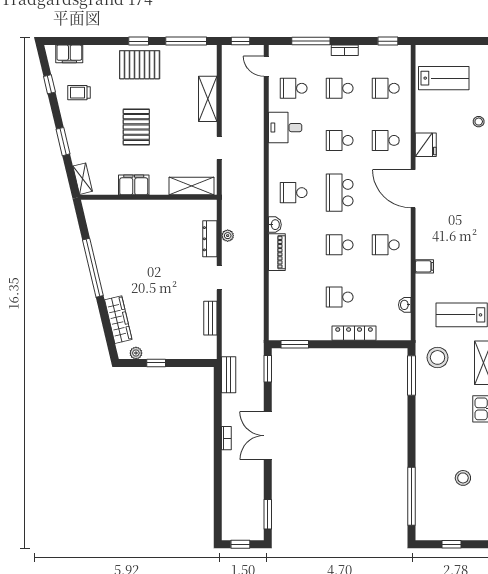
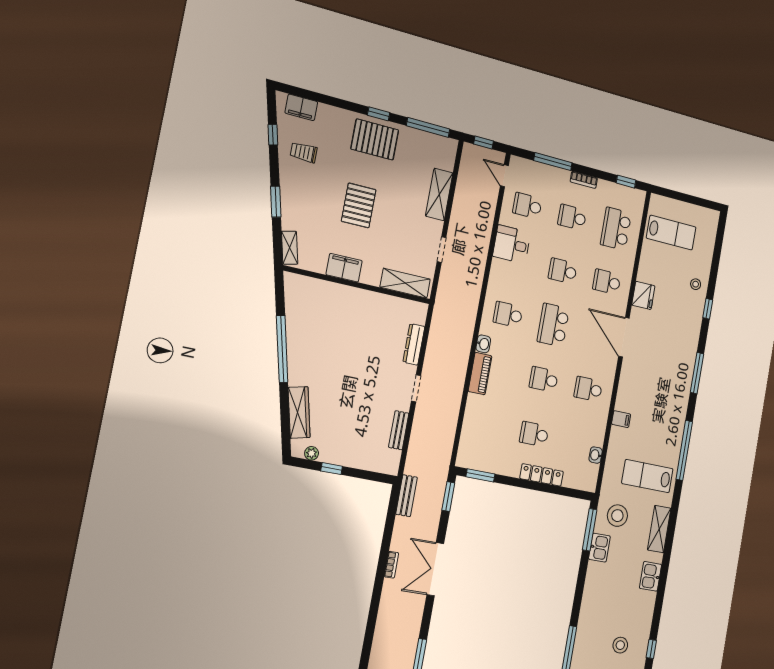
school desk: (386, 88) -> (616, 229), width x1.85
plant: (228, 236) -> (433, 345), removed
kitchen sink: (425, 390) -> (599, 548), added

